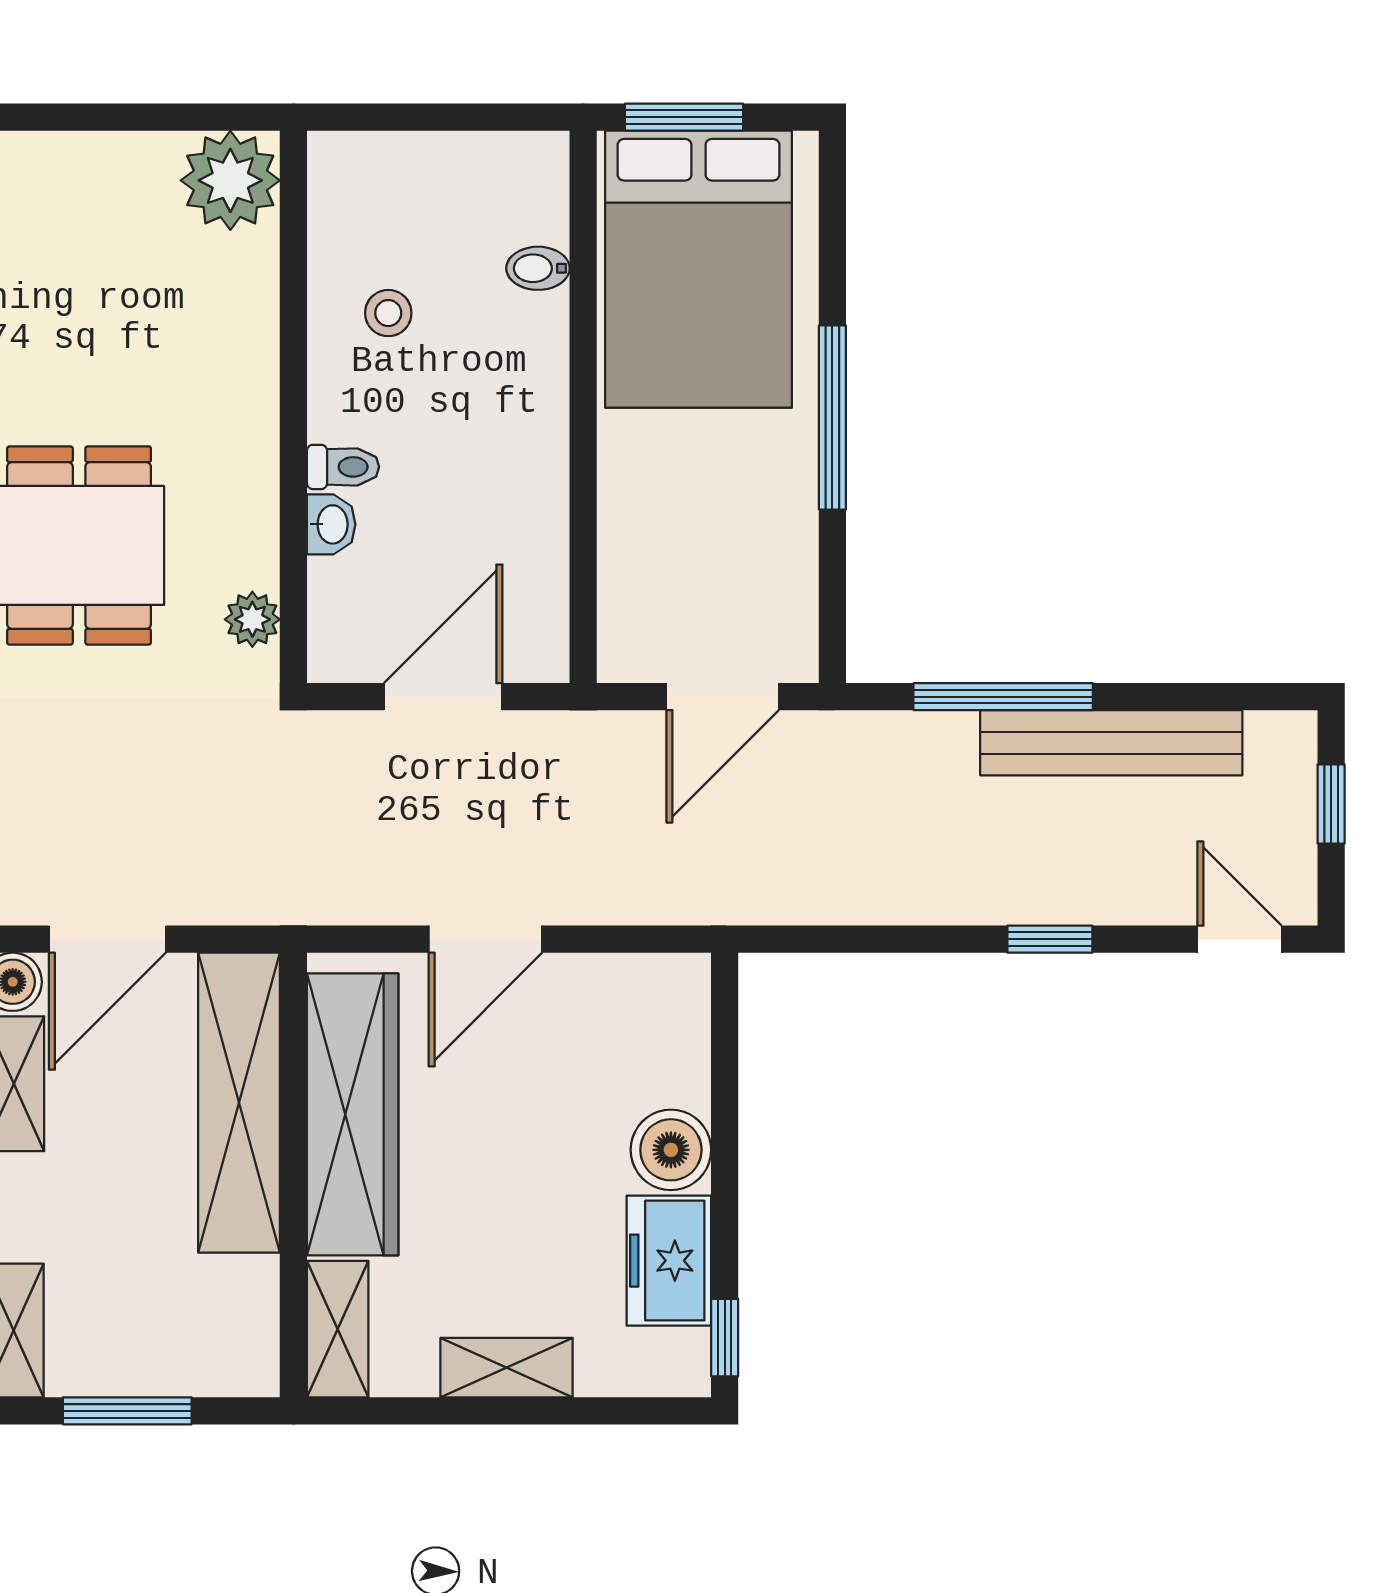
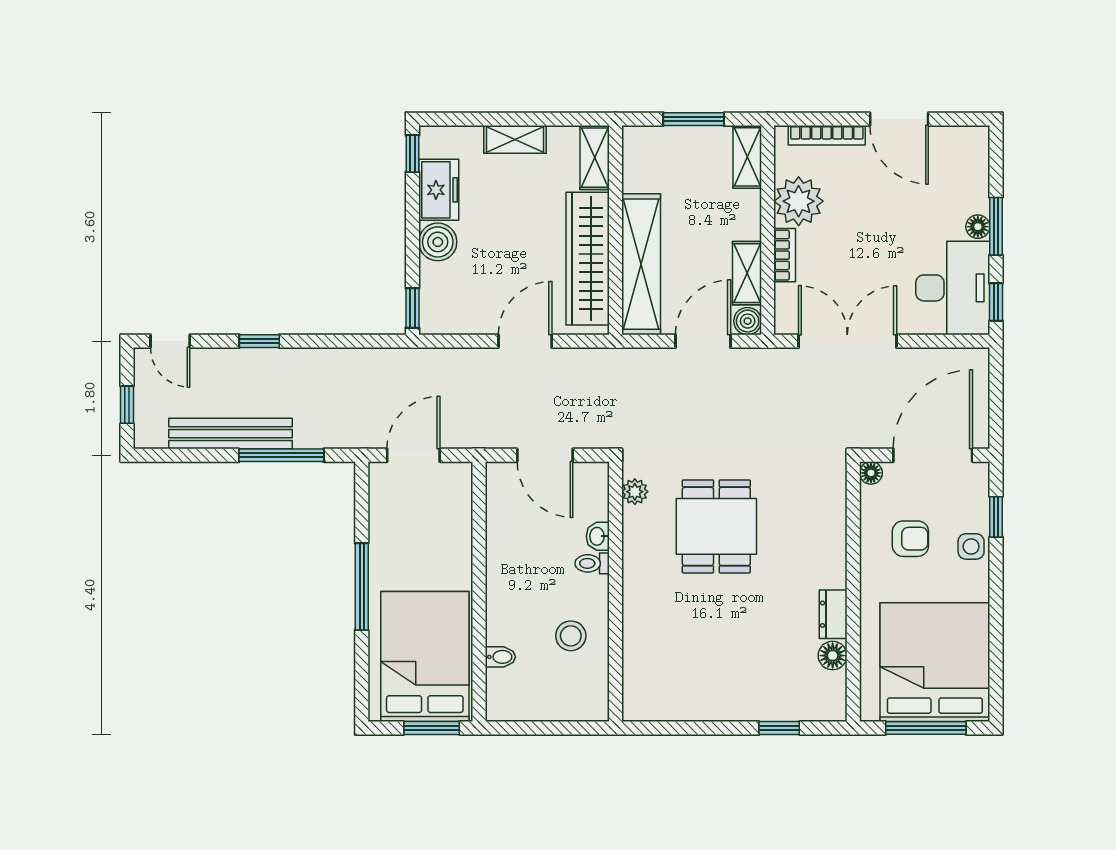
plant: (230, 180) -> (645, 698), removed
stool: (388, 313) -> (571, 636), width x1.37, depth x1.37
door: (443, 697) -> (545, 455), hinge flipped
window: (725, 1010) -> (412, 308), added

